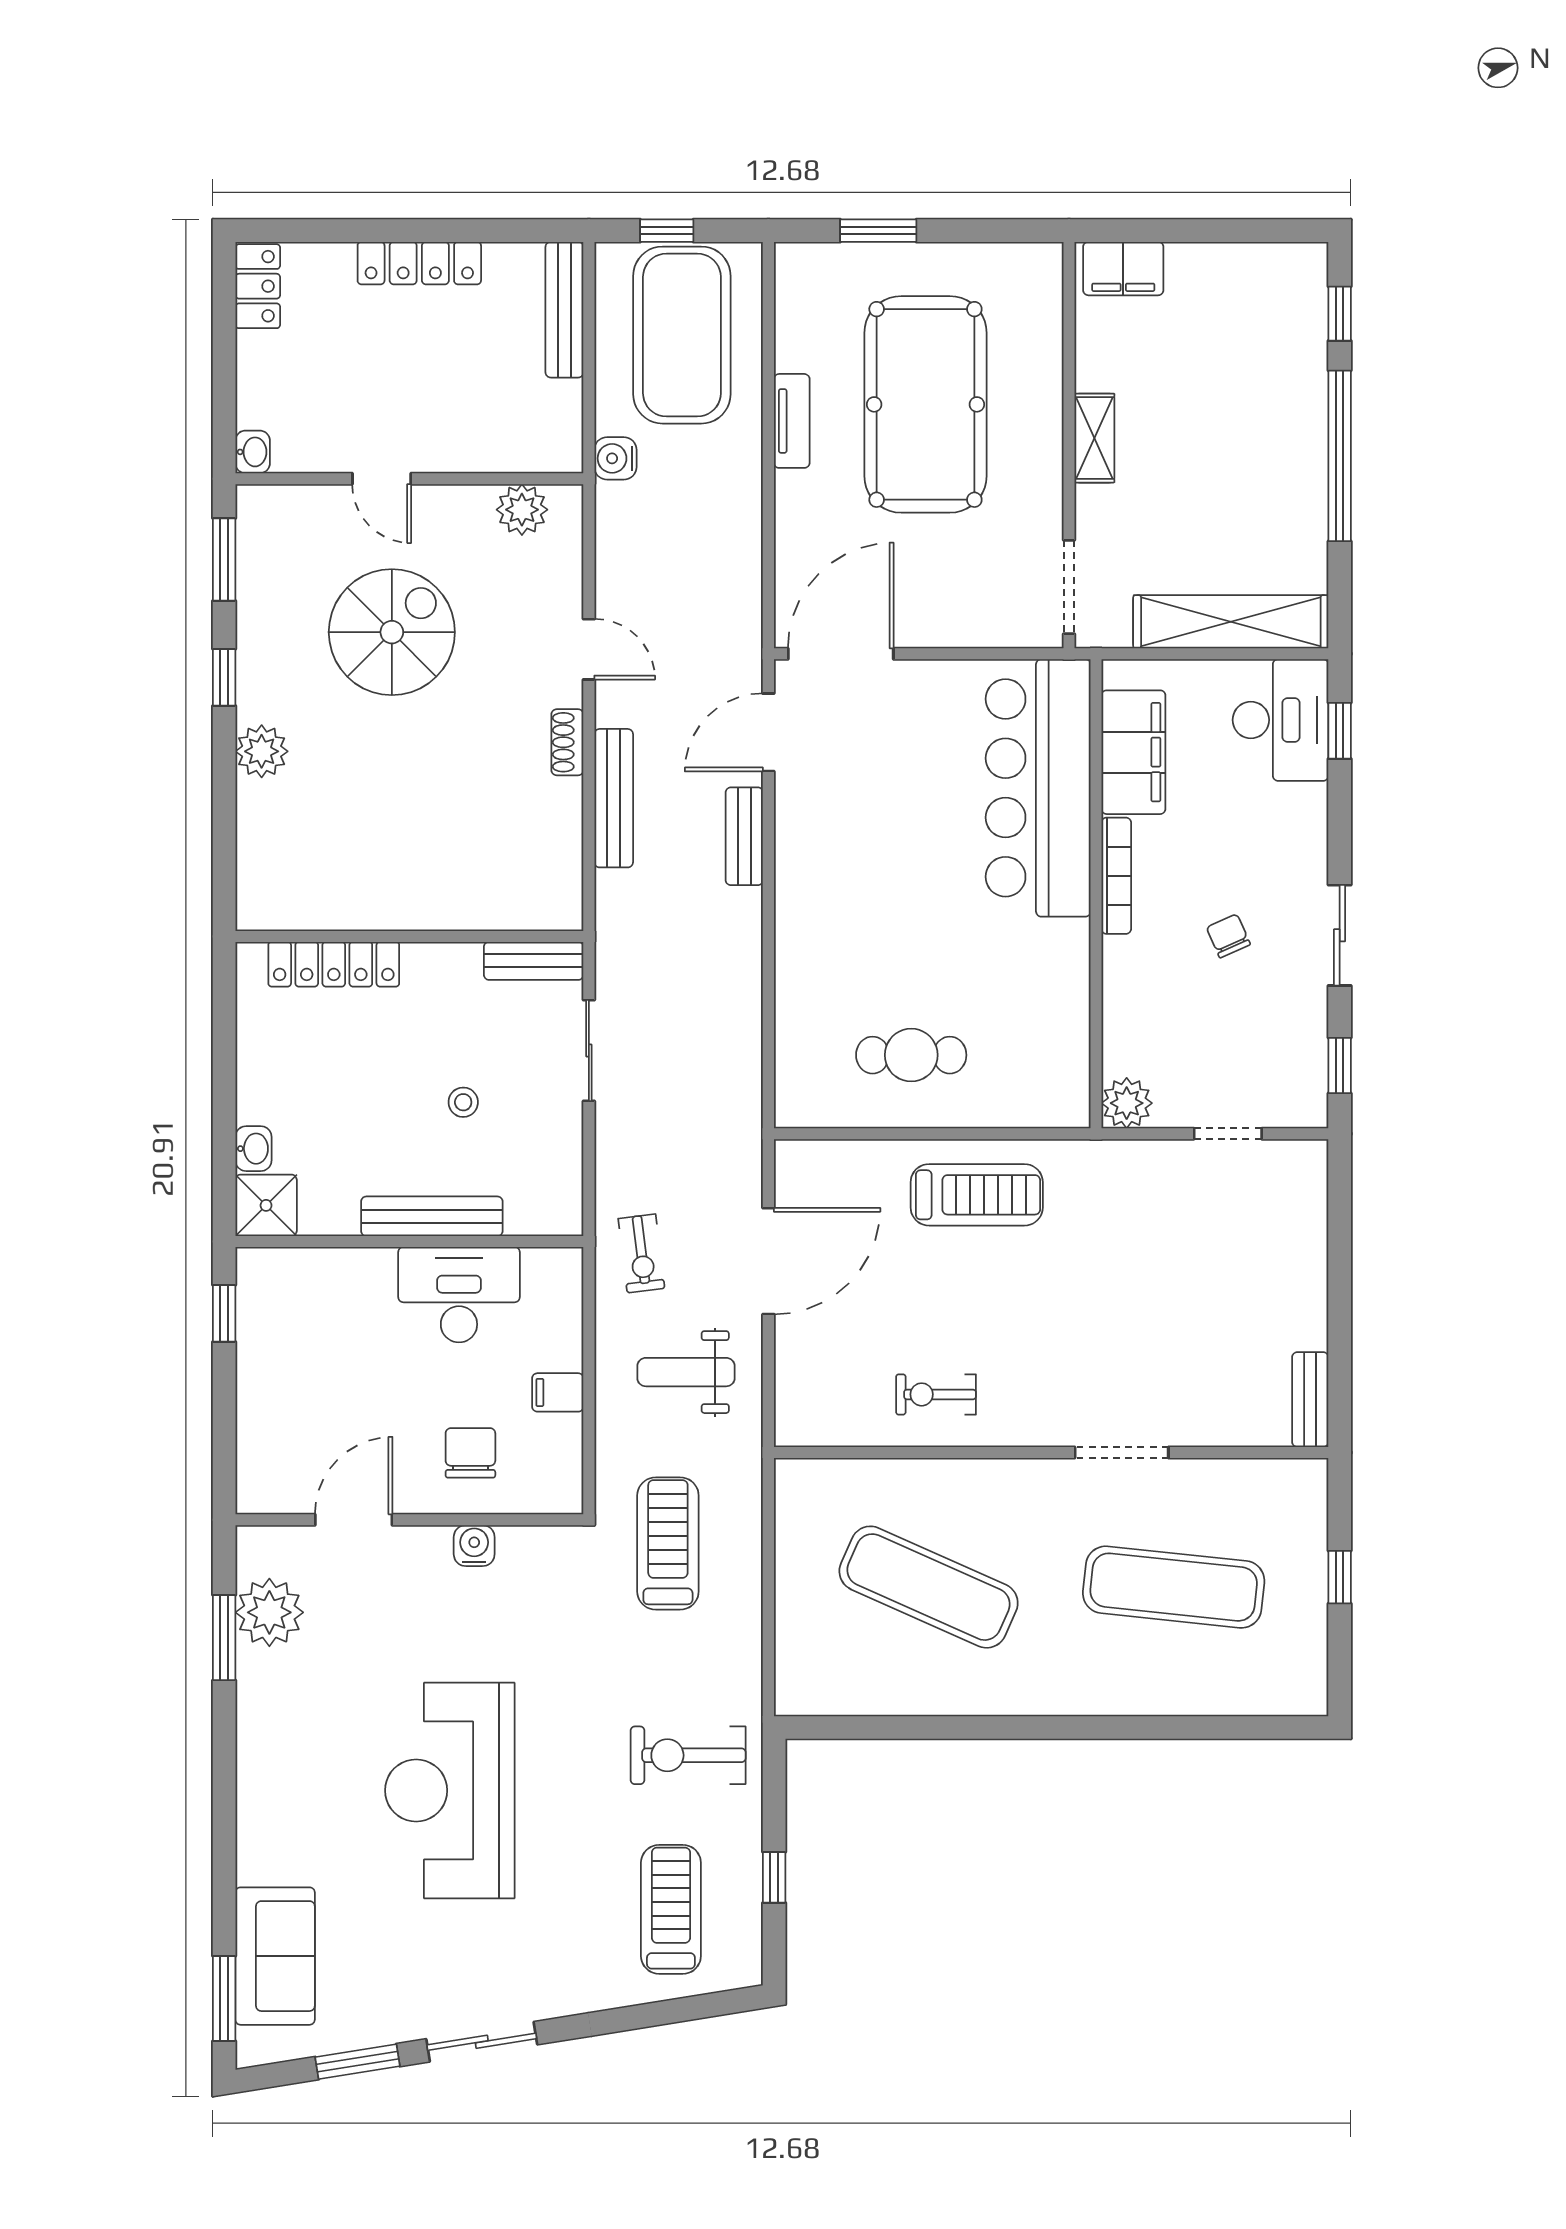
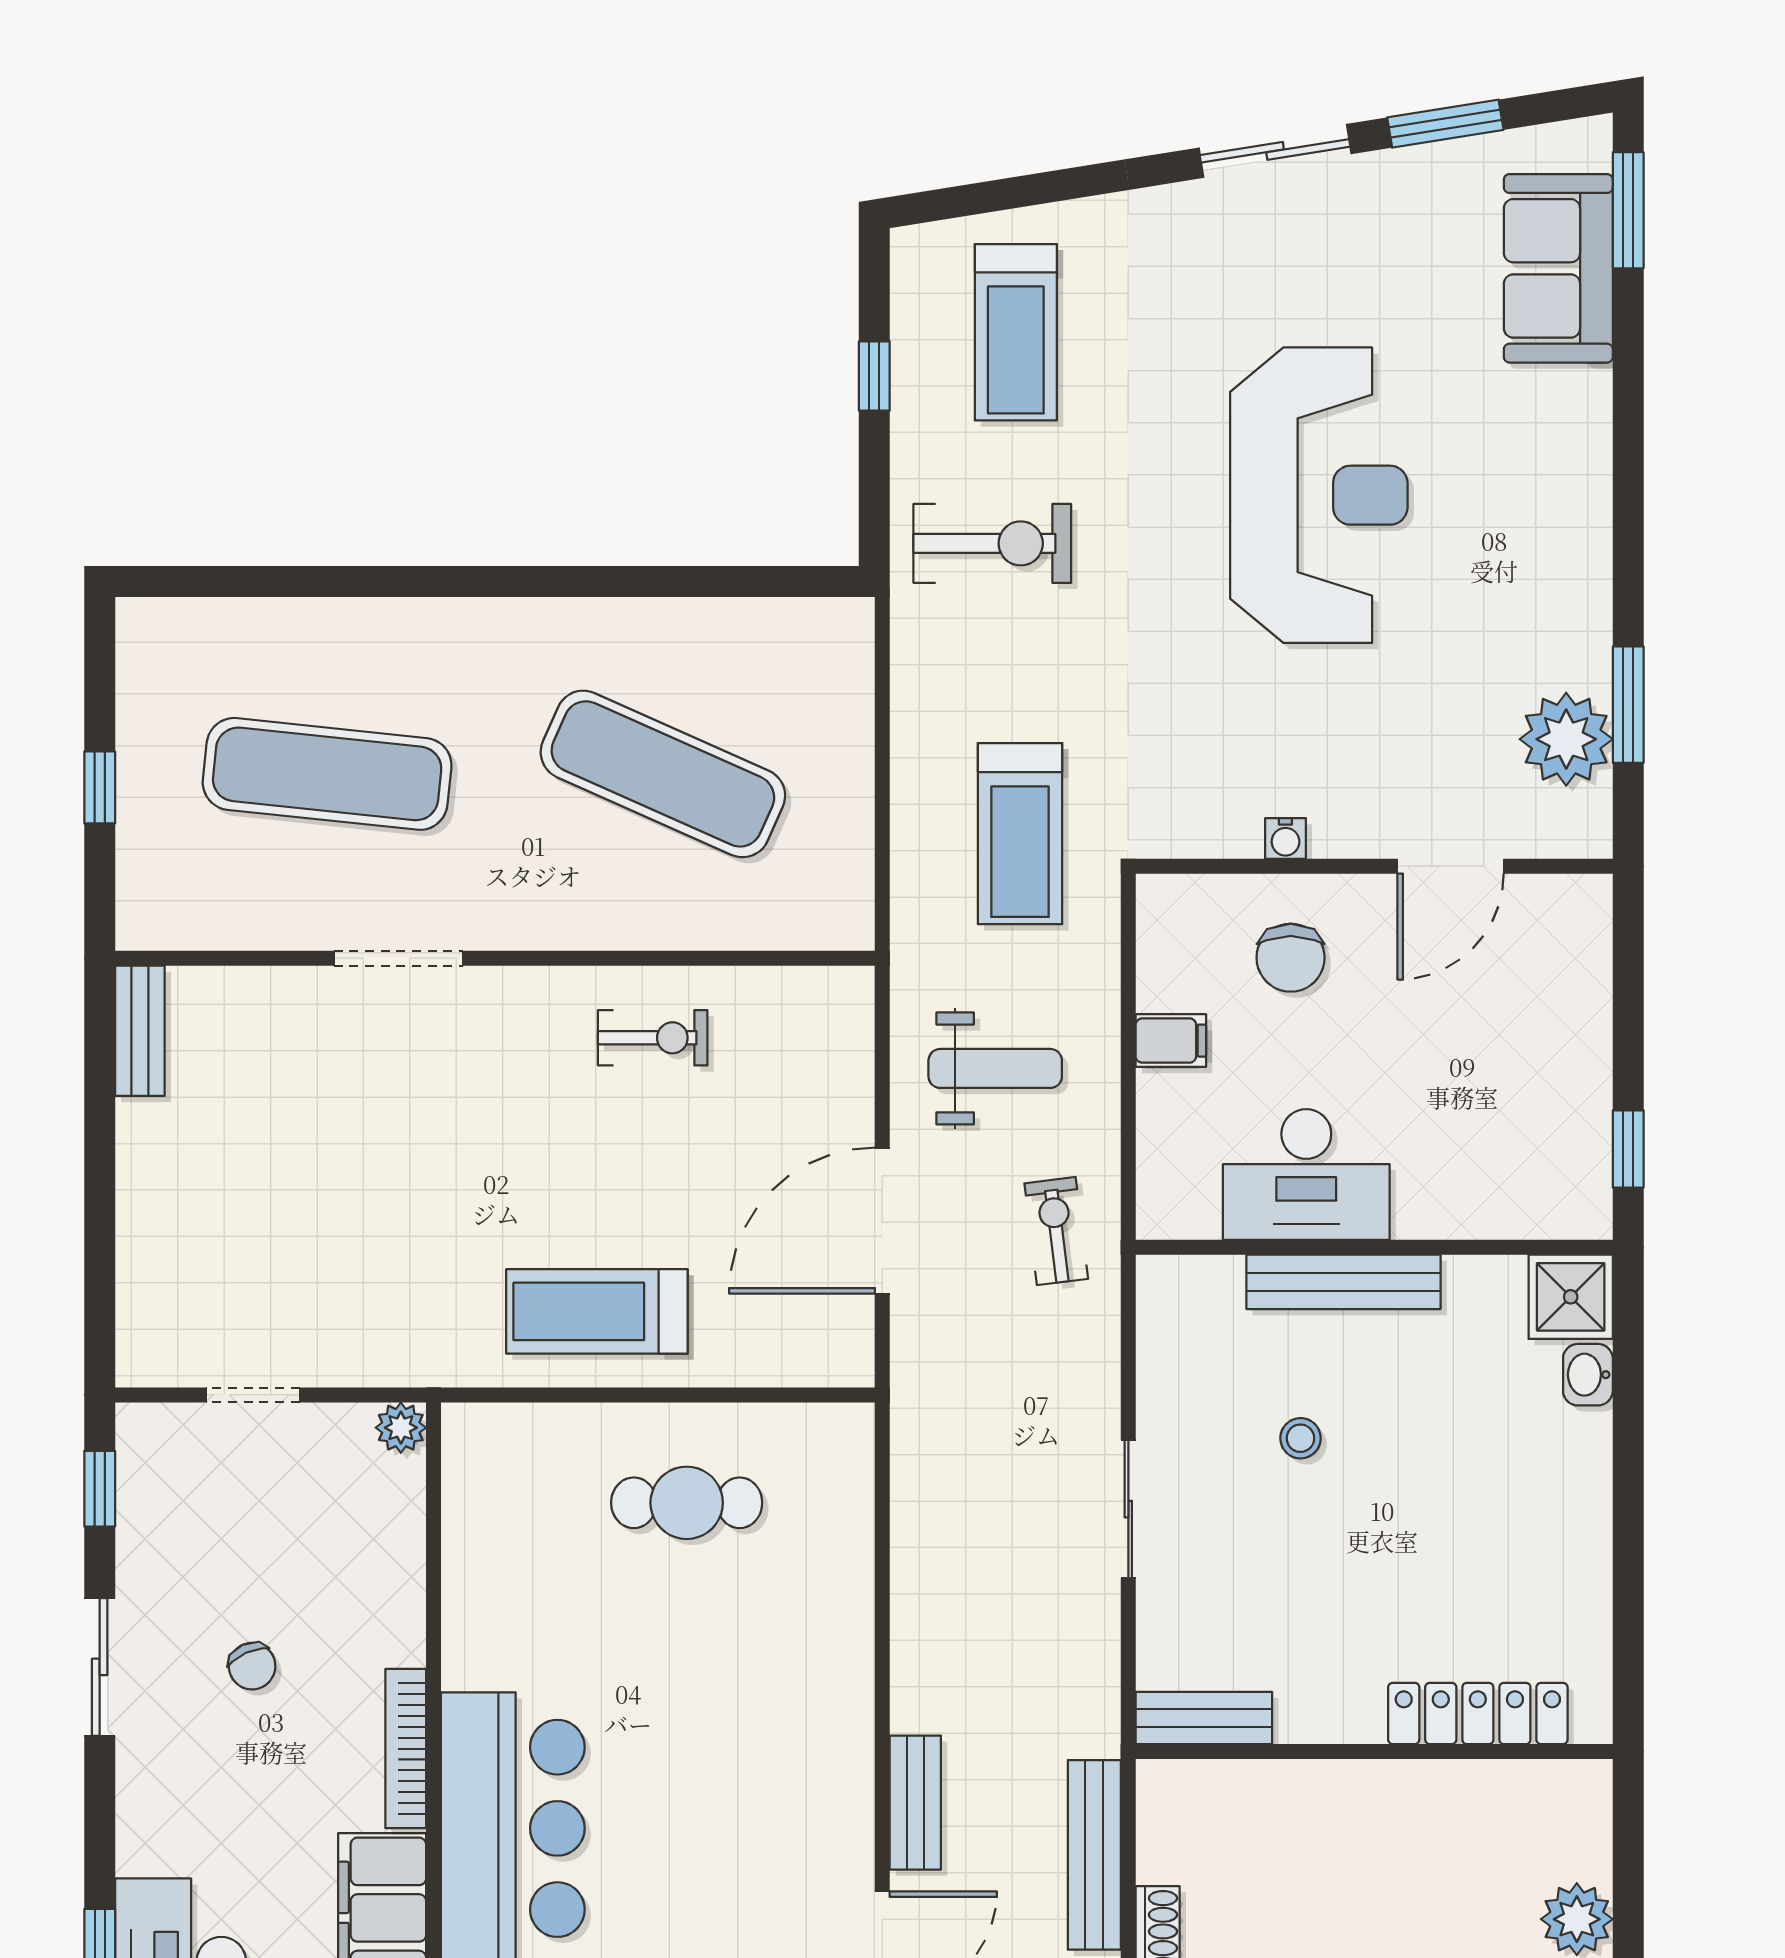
wall: (409, 936) -> (1374, 1752), moved
bench: (534, 961) -> (1204, 1718), moved
locker: (334, 964) -> (1478, 1713), moved
plant: (1127, 1103) -> (401, 1428), width x0.73, depth x0.73
water cooler: (474, 1546) -> (1285, 838), width x0.72, depth x0.72

